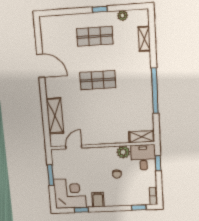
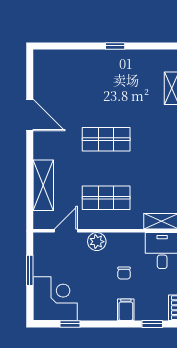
plant: (122, 16) -> (144, 56), removed
shop shelf: (95, 36) -> (106, 198), moved
plant: (123, 152) -> (97, 242), moved
filing cabinet: (98, 200) -> (126, 310), moved

